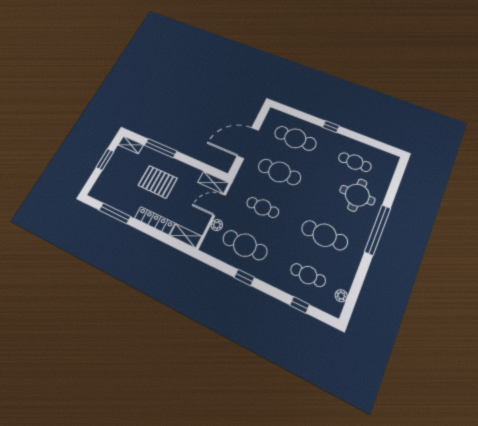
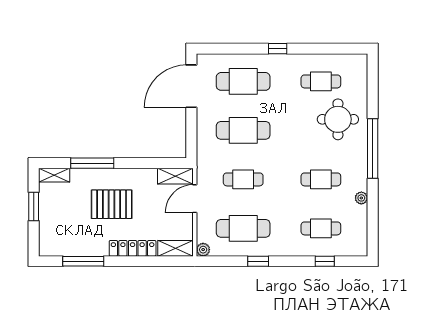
door: (248, 143) -> (191, 86), moved
plant: (217, 225) -> (203, 250), moved
cafe table: (325, 235) -> (321, 179), width x0.73, depth x0.74
plant: (341, 296) -> (361, 198), moved

